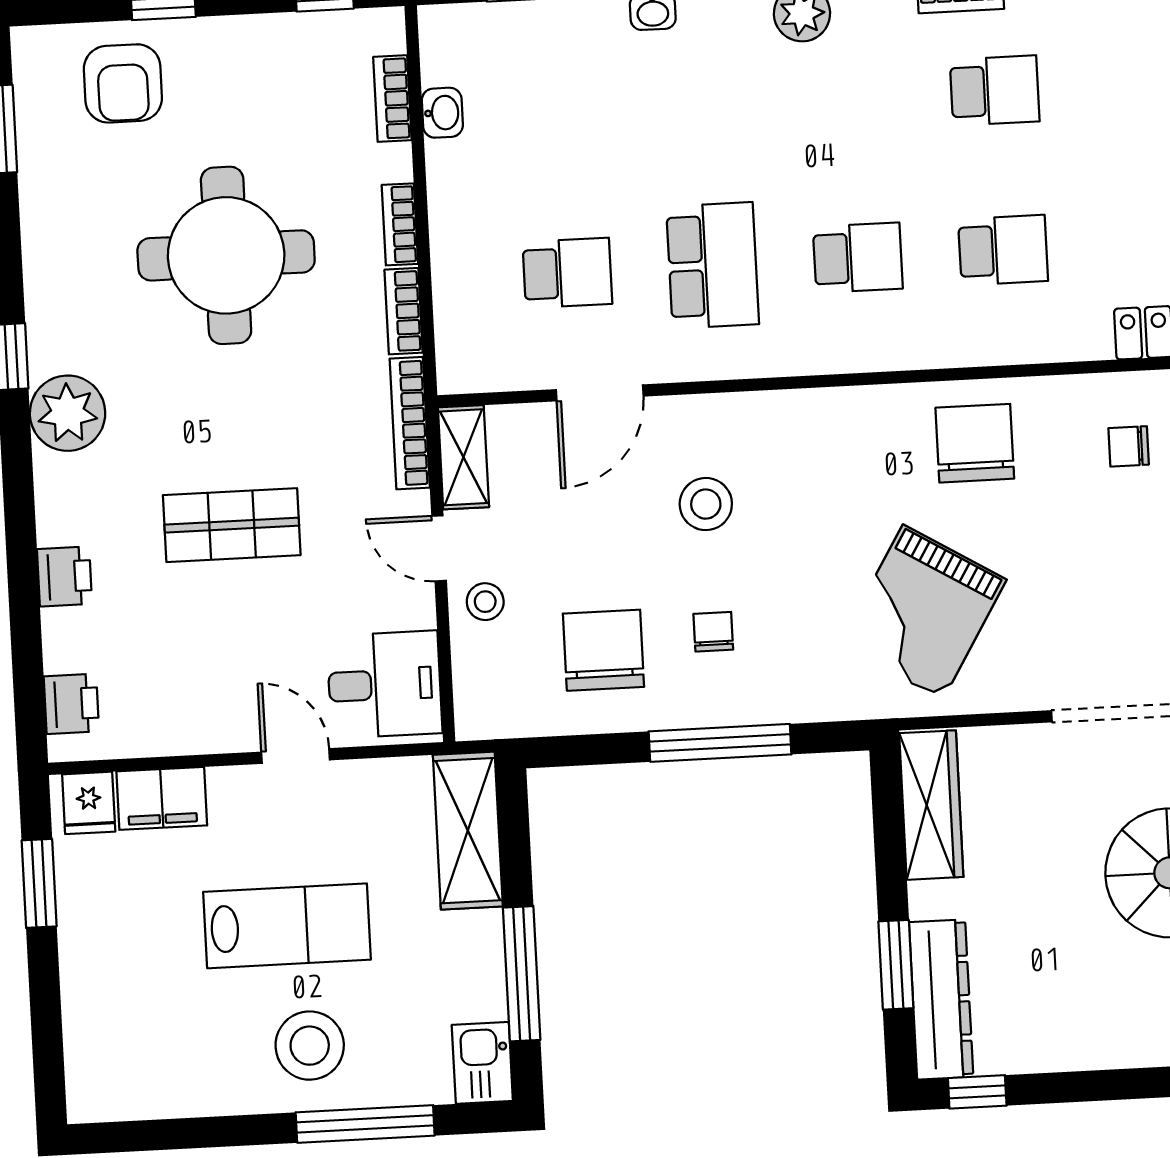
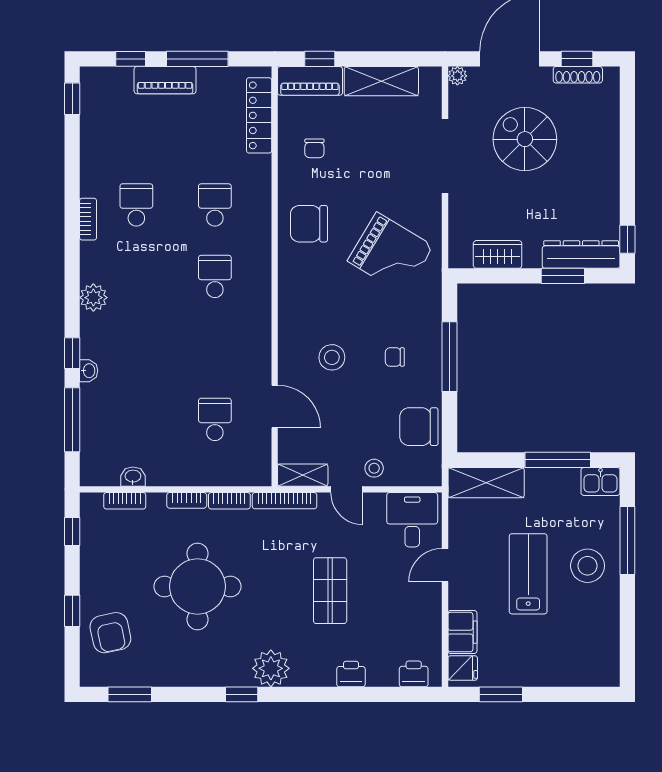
armchair: (123, 83) -> (110, 633), turned 78
school desk: (713, 265) -> (215, 348), removed
door: (439, 548) -> (347, 489), hinge flipped
chair: (603, 650) -> (419, 427), moved
wardrobe: (931, 805) -> (498, 254), width x0.67

